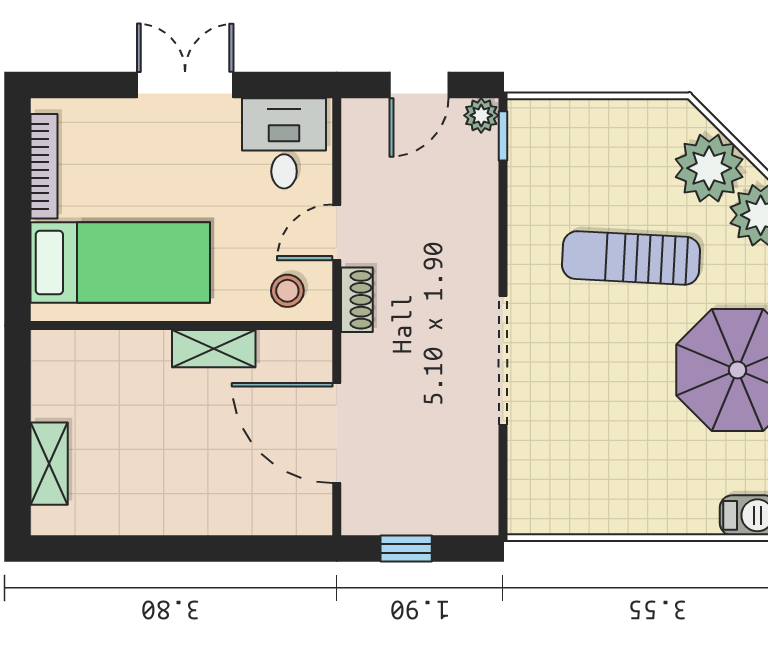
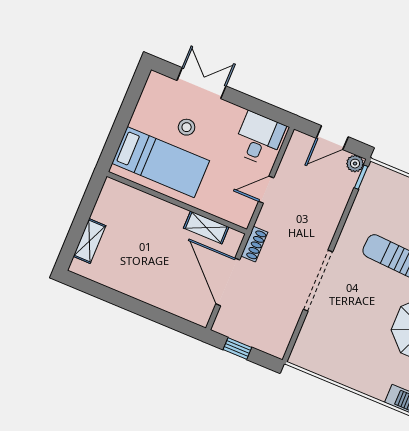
double door: (185, 85) -> (202, 83), moved
bookcase: (44, 166) -> (144, 103), removed
stool: (287, 291) -> (187, 127), moved
shoe rack: (357, 300) -> (254, 244), moved
shelving: (214, 349) -> (206, 228), moved

